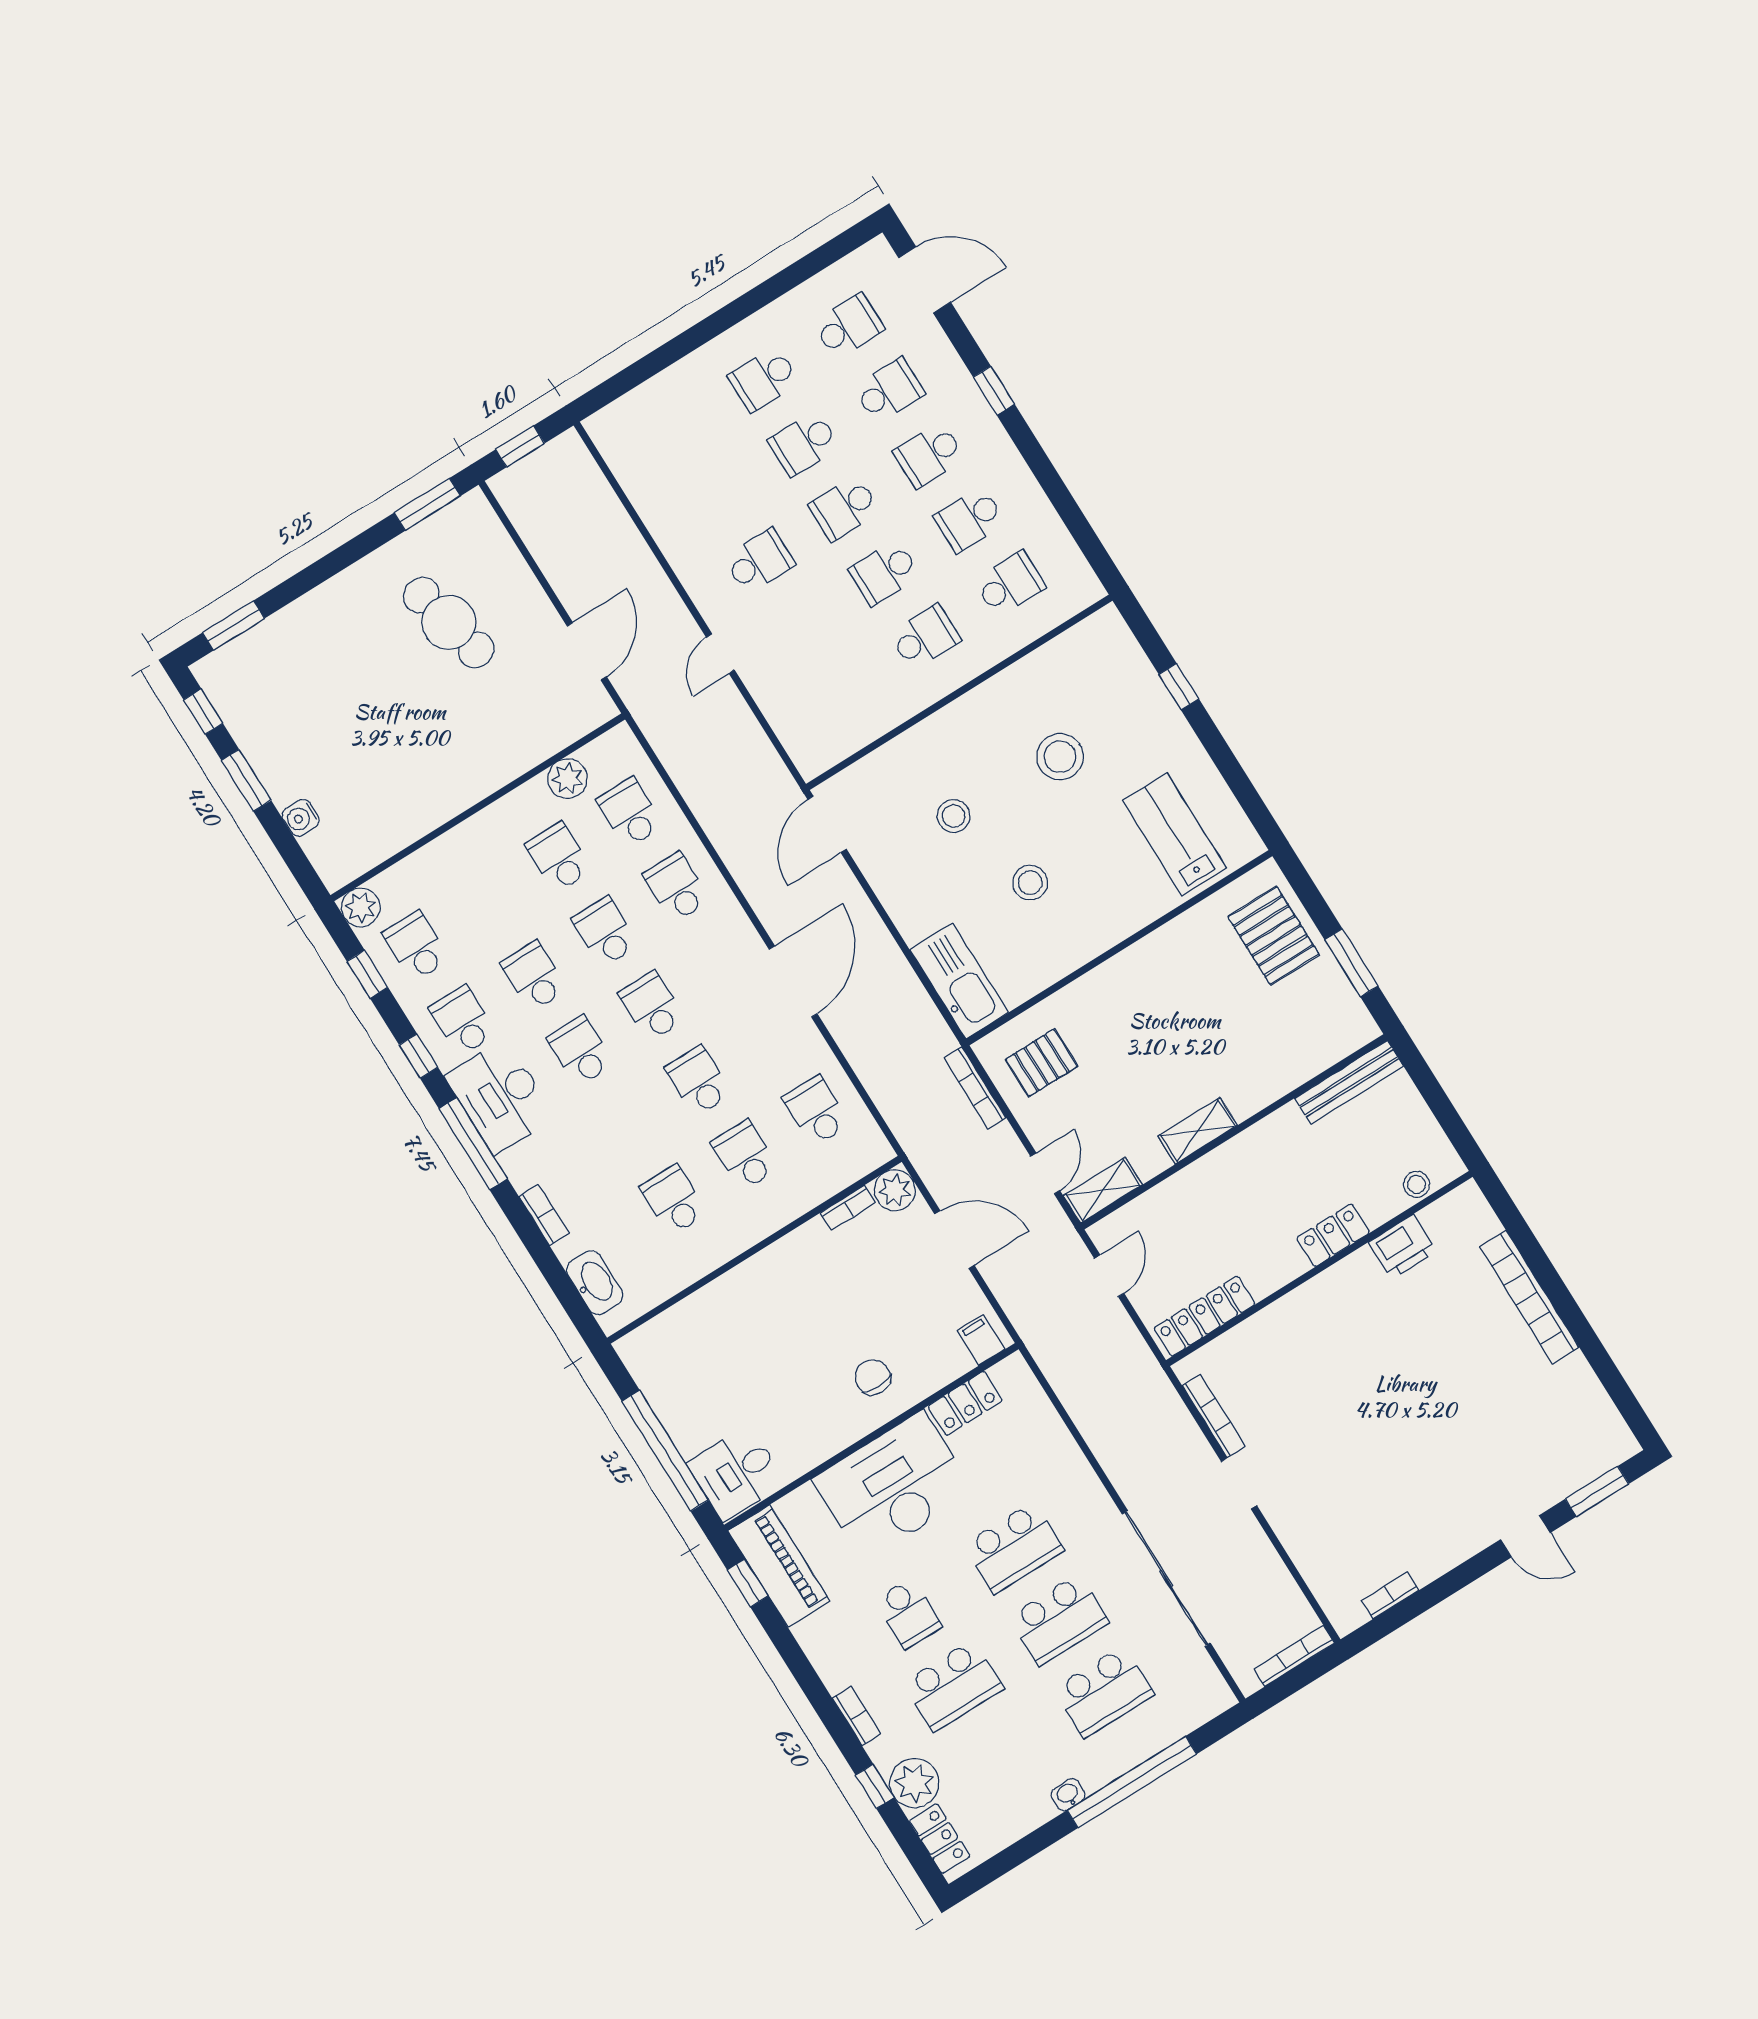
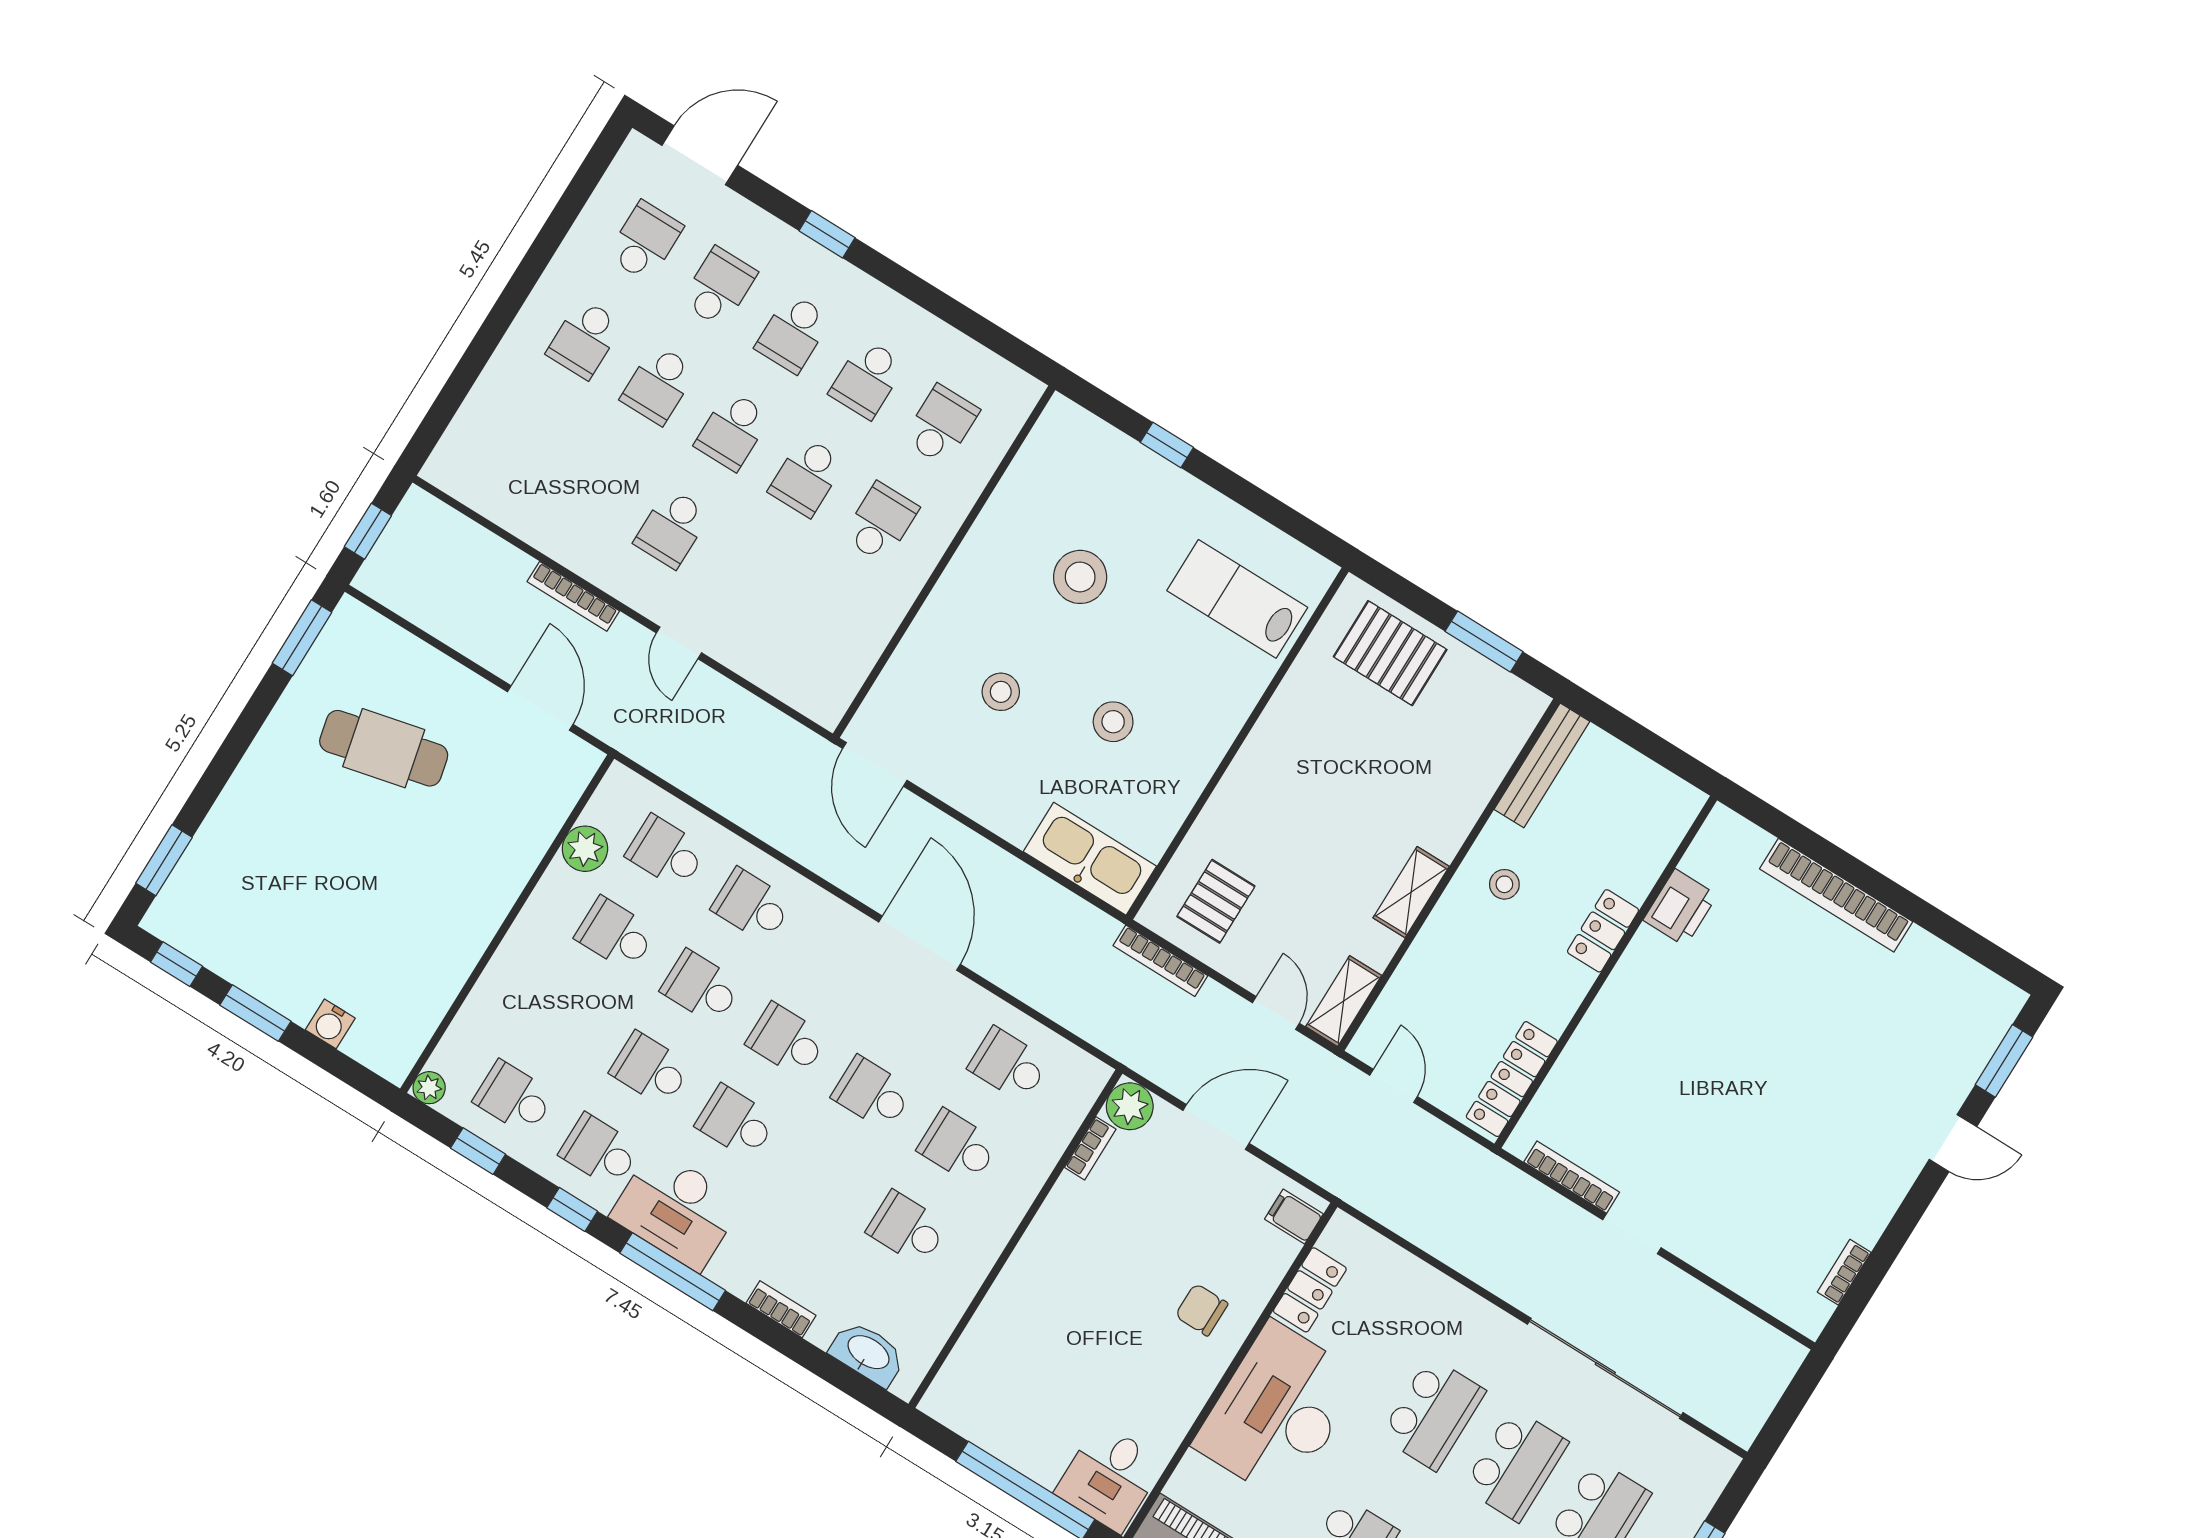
school desk: (759, 561) -> (672, 528), turned 180
plant: (361, 907) -> (429, 1088), width x0.73, depth x0.73
stool: (1416, 1184) -> (1504, 884), moved
bookcase: (1294, 1656) -> (573, 596), moved, turned -90

